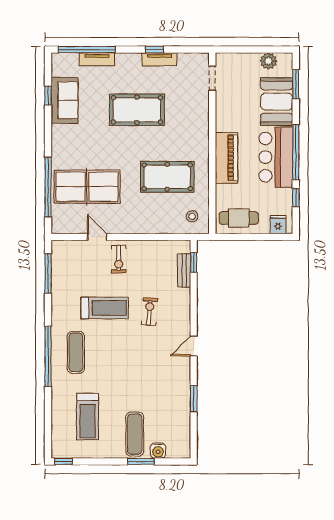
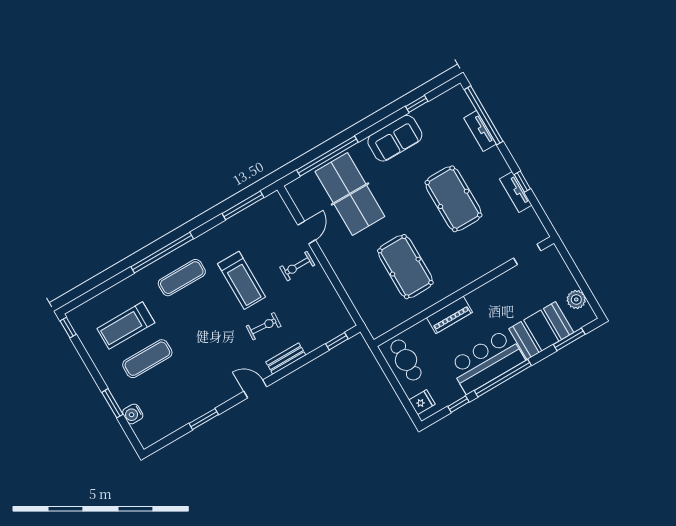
sofa: (65, 100) -> (395, 138), moved
piano: (226, 158) -> (449, 315), width x0.73, depth x0.75
stool: (192, 216) -> (381, 313), removed
bench: (184, 271) -> (286, 359), moved
exercise mat: (135, 434) -> (147, 359), moved

